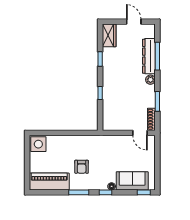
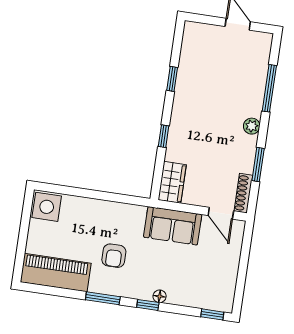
wardrobe: (109, 35) -> (172, 182), moved
dresser: (149, 56) -> (255, 86), removed
sofa: (132, 181) -> (173, 226), moved, turned 180

